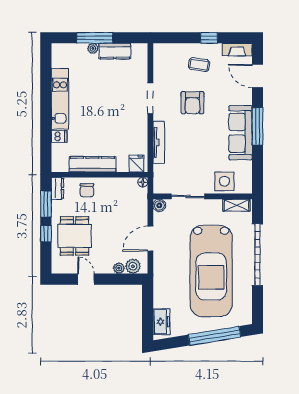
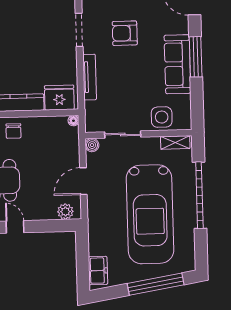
armchair: (192, 103) -> (125, 33), turned 90
fridge: (137, 163) -> (59, 98), width x1.88, depth x1.34
plant: (119, 268) -> (50, 214), removed

